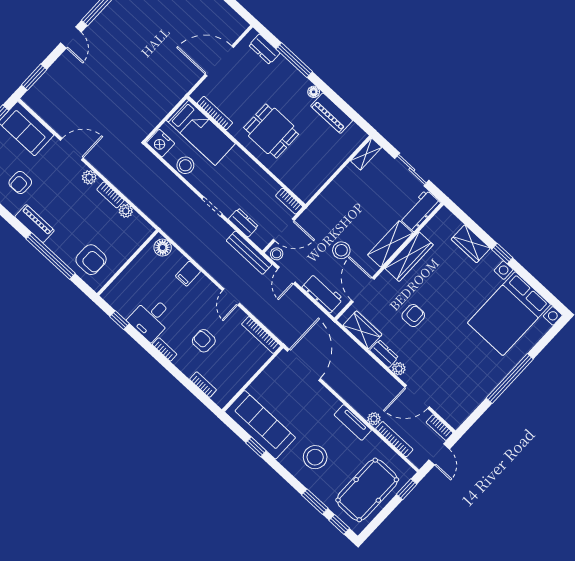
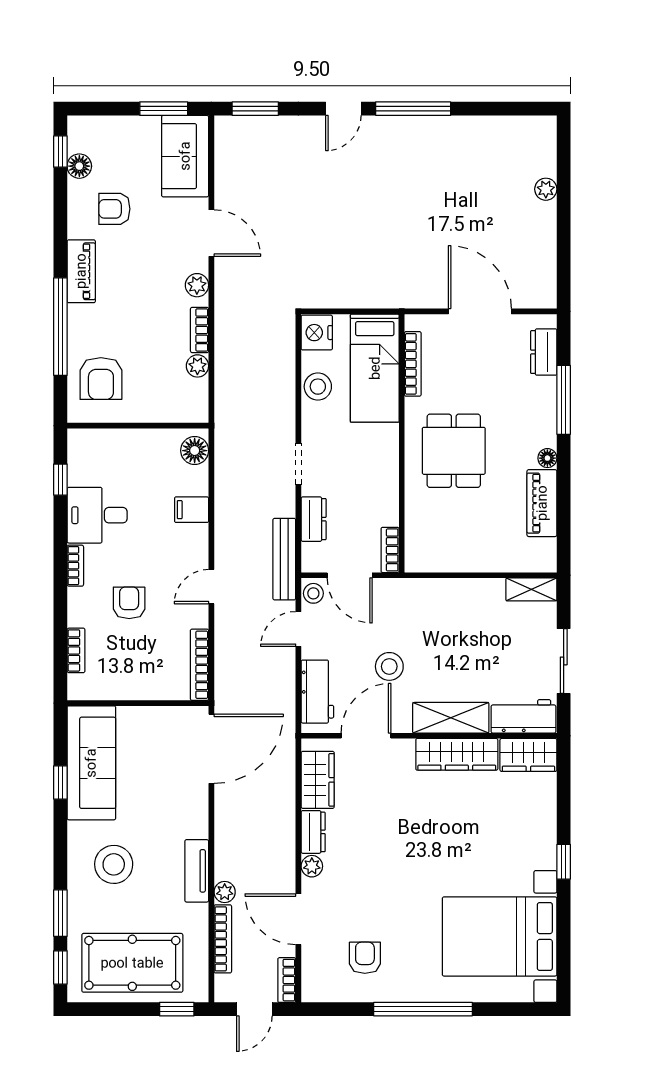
wardrobe: (471, 244) -> (528, 755), moved, turned -90
armchair: (413, 316) -> (365, 958), moved, turned -90

